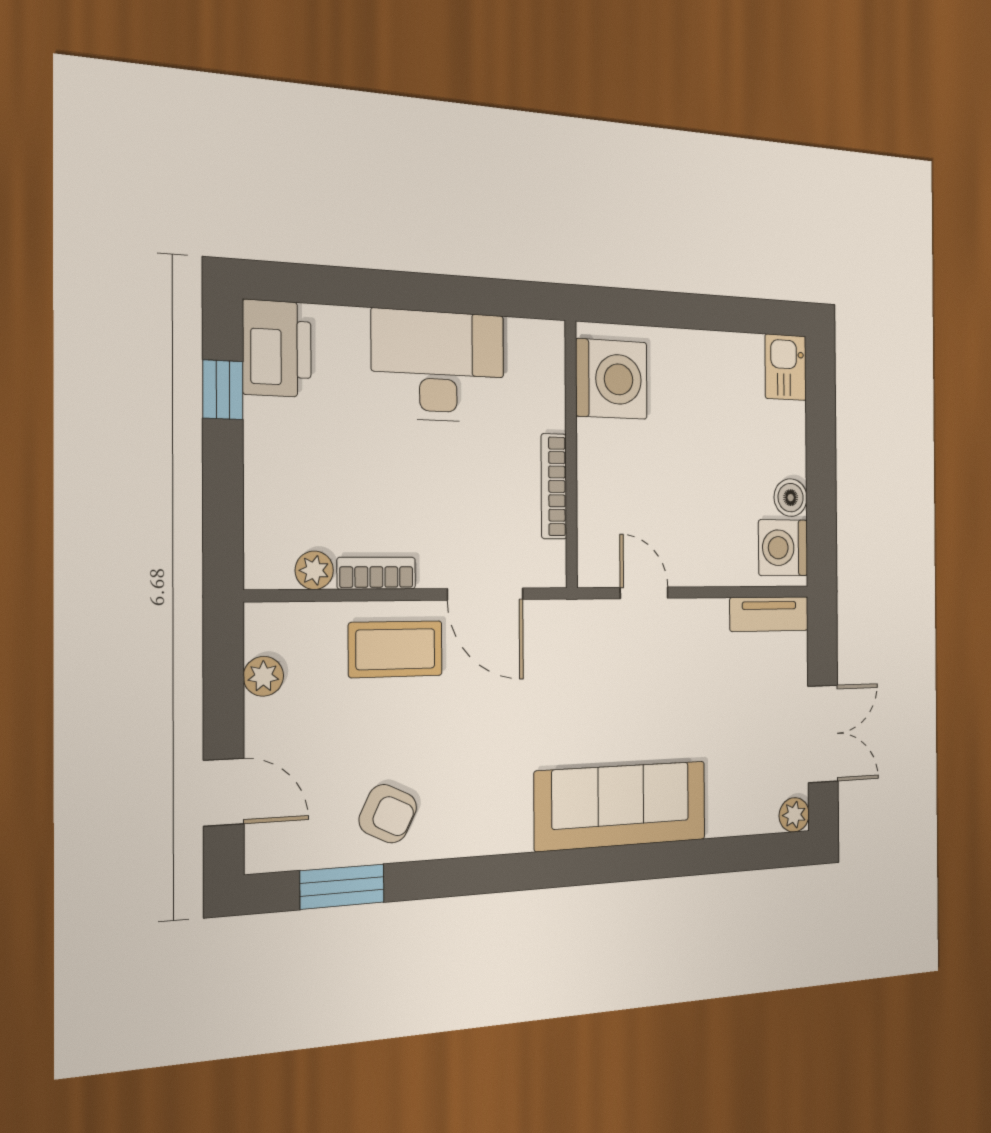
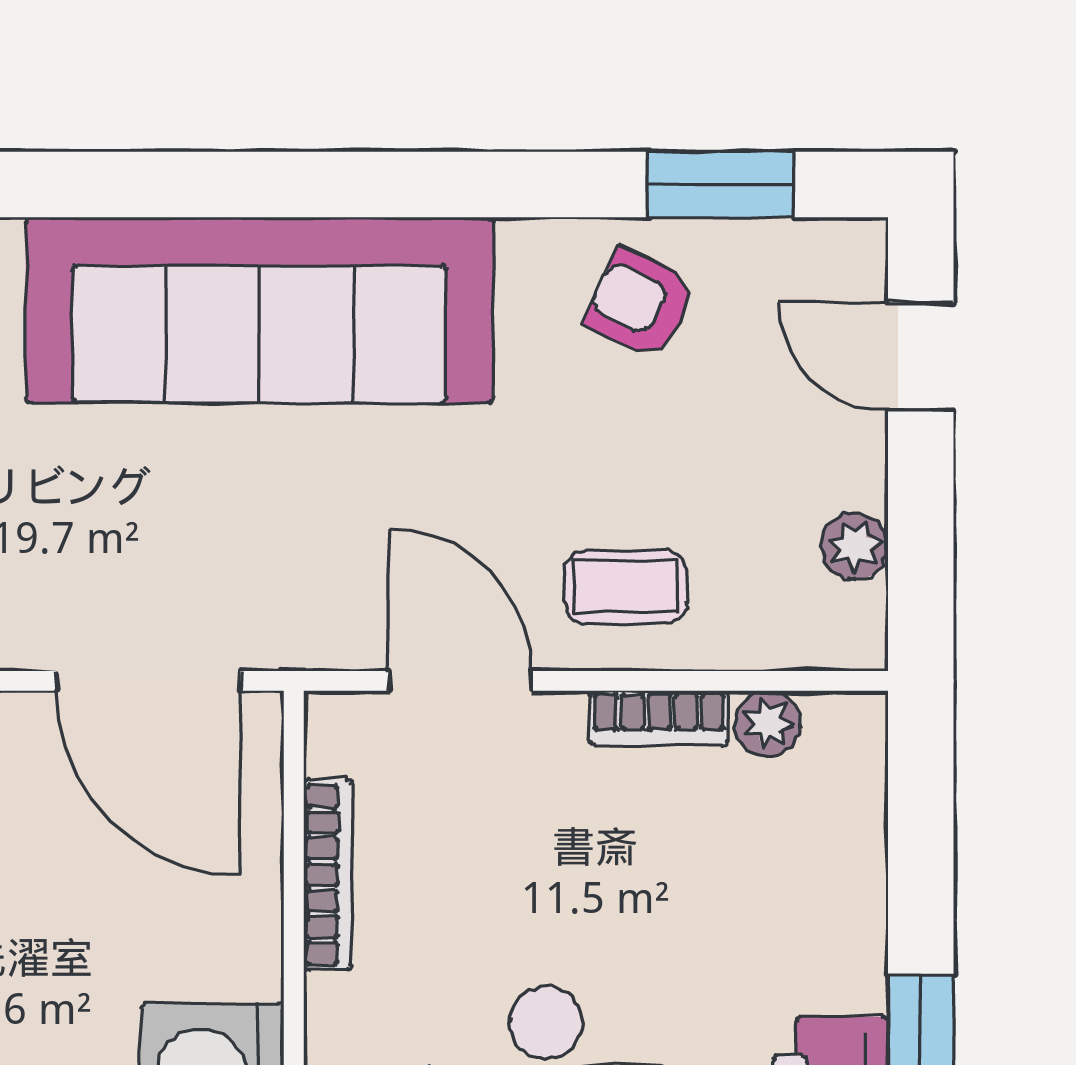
door: (644, 593) -> (148, 681), width x1.87
coffee table: (396, 649) -> (626, 587), width x0.73, depth x0.77
sofa: (621, 806) -> (260, 310), width x1.36, depth x1.27

